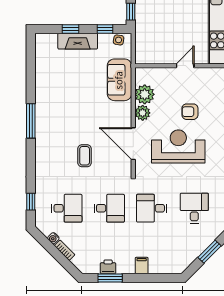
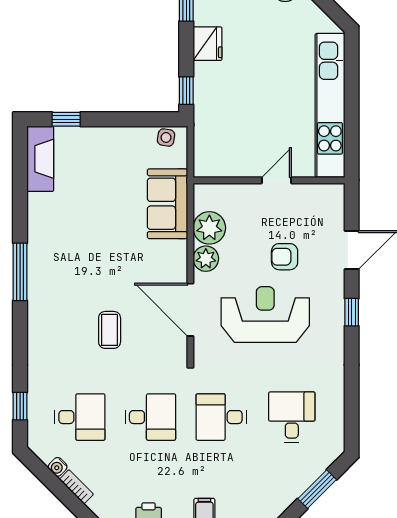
window: (70, 29) -> (66, 119), moved
window: (105, 29) -> (143, 119), removed
fireplace: (78, 41) -> (40, 159), moved, turned -90

